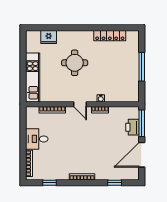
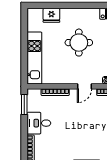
door: (80, 104) -> (84, 86), hinge flipped
window: (23, 121) -> (24, 105), added

